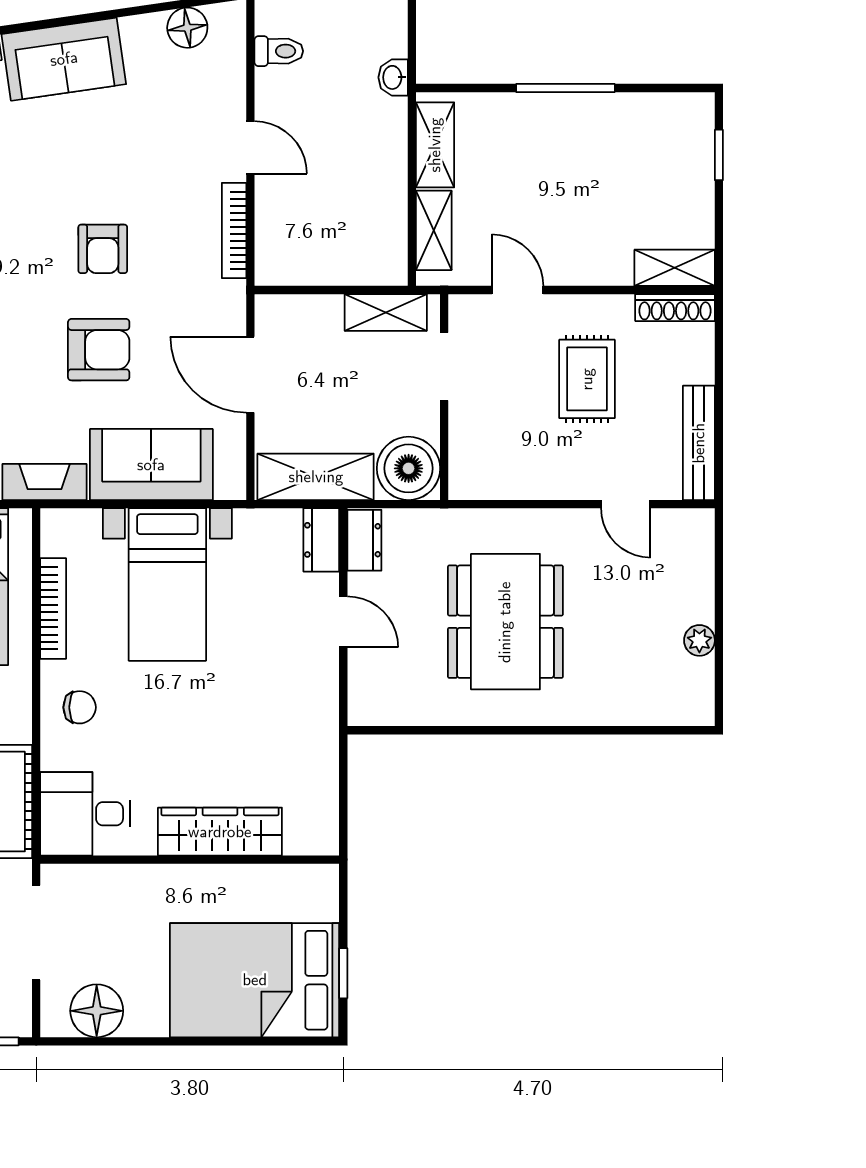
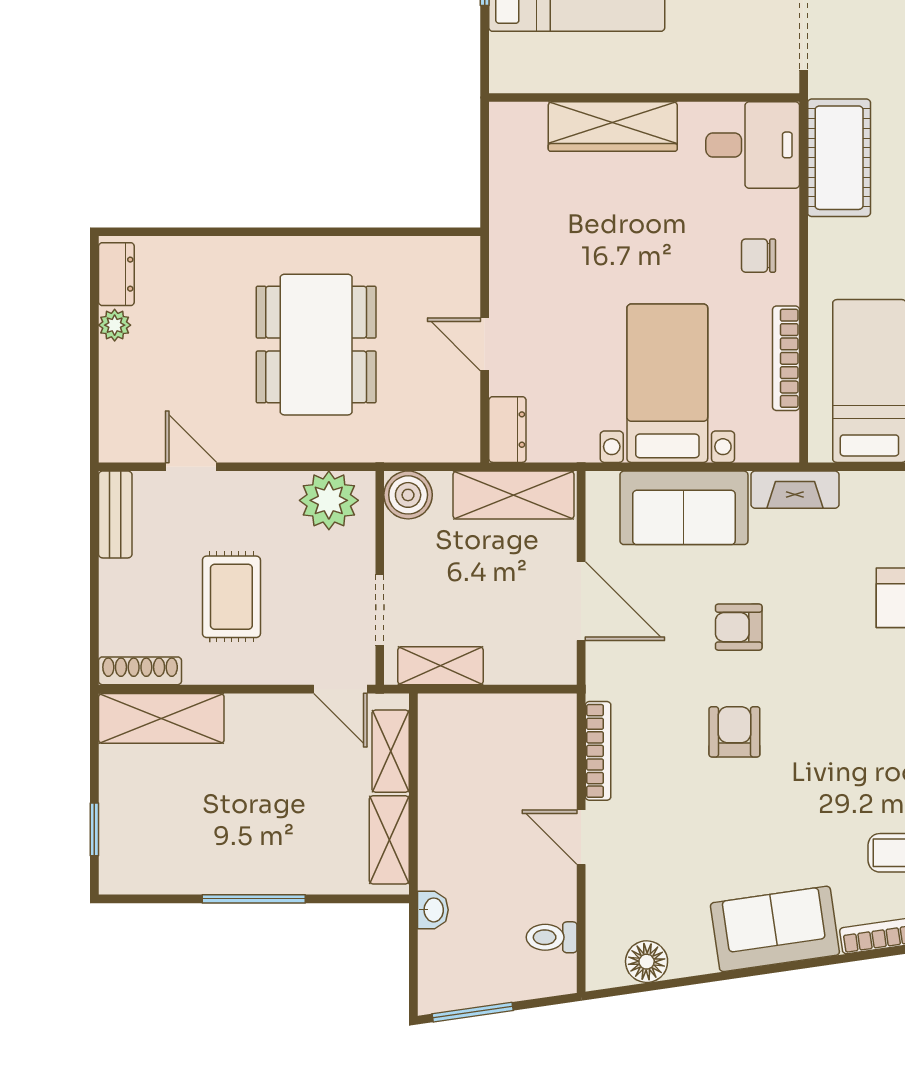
shelving: (675, 268) -> (161, 718), width x1.50, depth x1.33
door: (518, 290) -> (340, 689), moved
armchair: (99, 350) -> (739, 627), width x0.72, depth x0.72
bench: (699, 443) -> (115, 514), width x0.73
boiler: (409, 468) -> (408, 495), width x0.73, depth x0.73
plant: (493, 472) -> (329, 500), added
dresser: (364, 540) -> (116, 274), moved, turned 180

